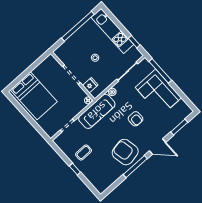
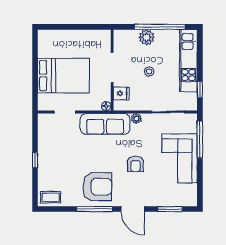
plant: (76, 39) -> (147, 37), added
bed: (34, 96) -> (63, 76), moved, turned -90
coffee table: (84, 152) -> (51, 197), moved
armchair: (125, 152) -> (97, 187), turned 101

